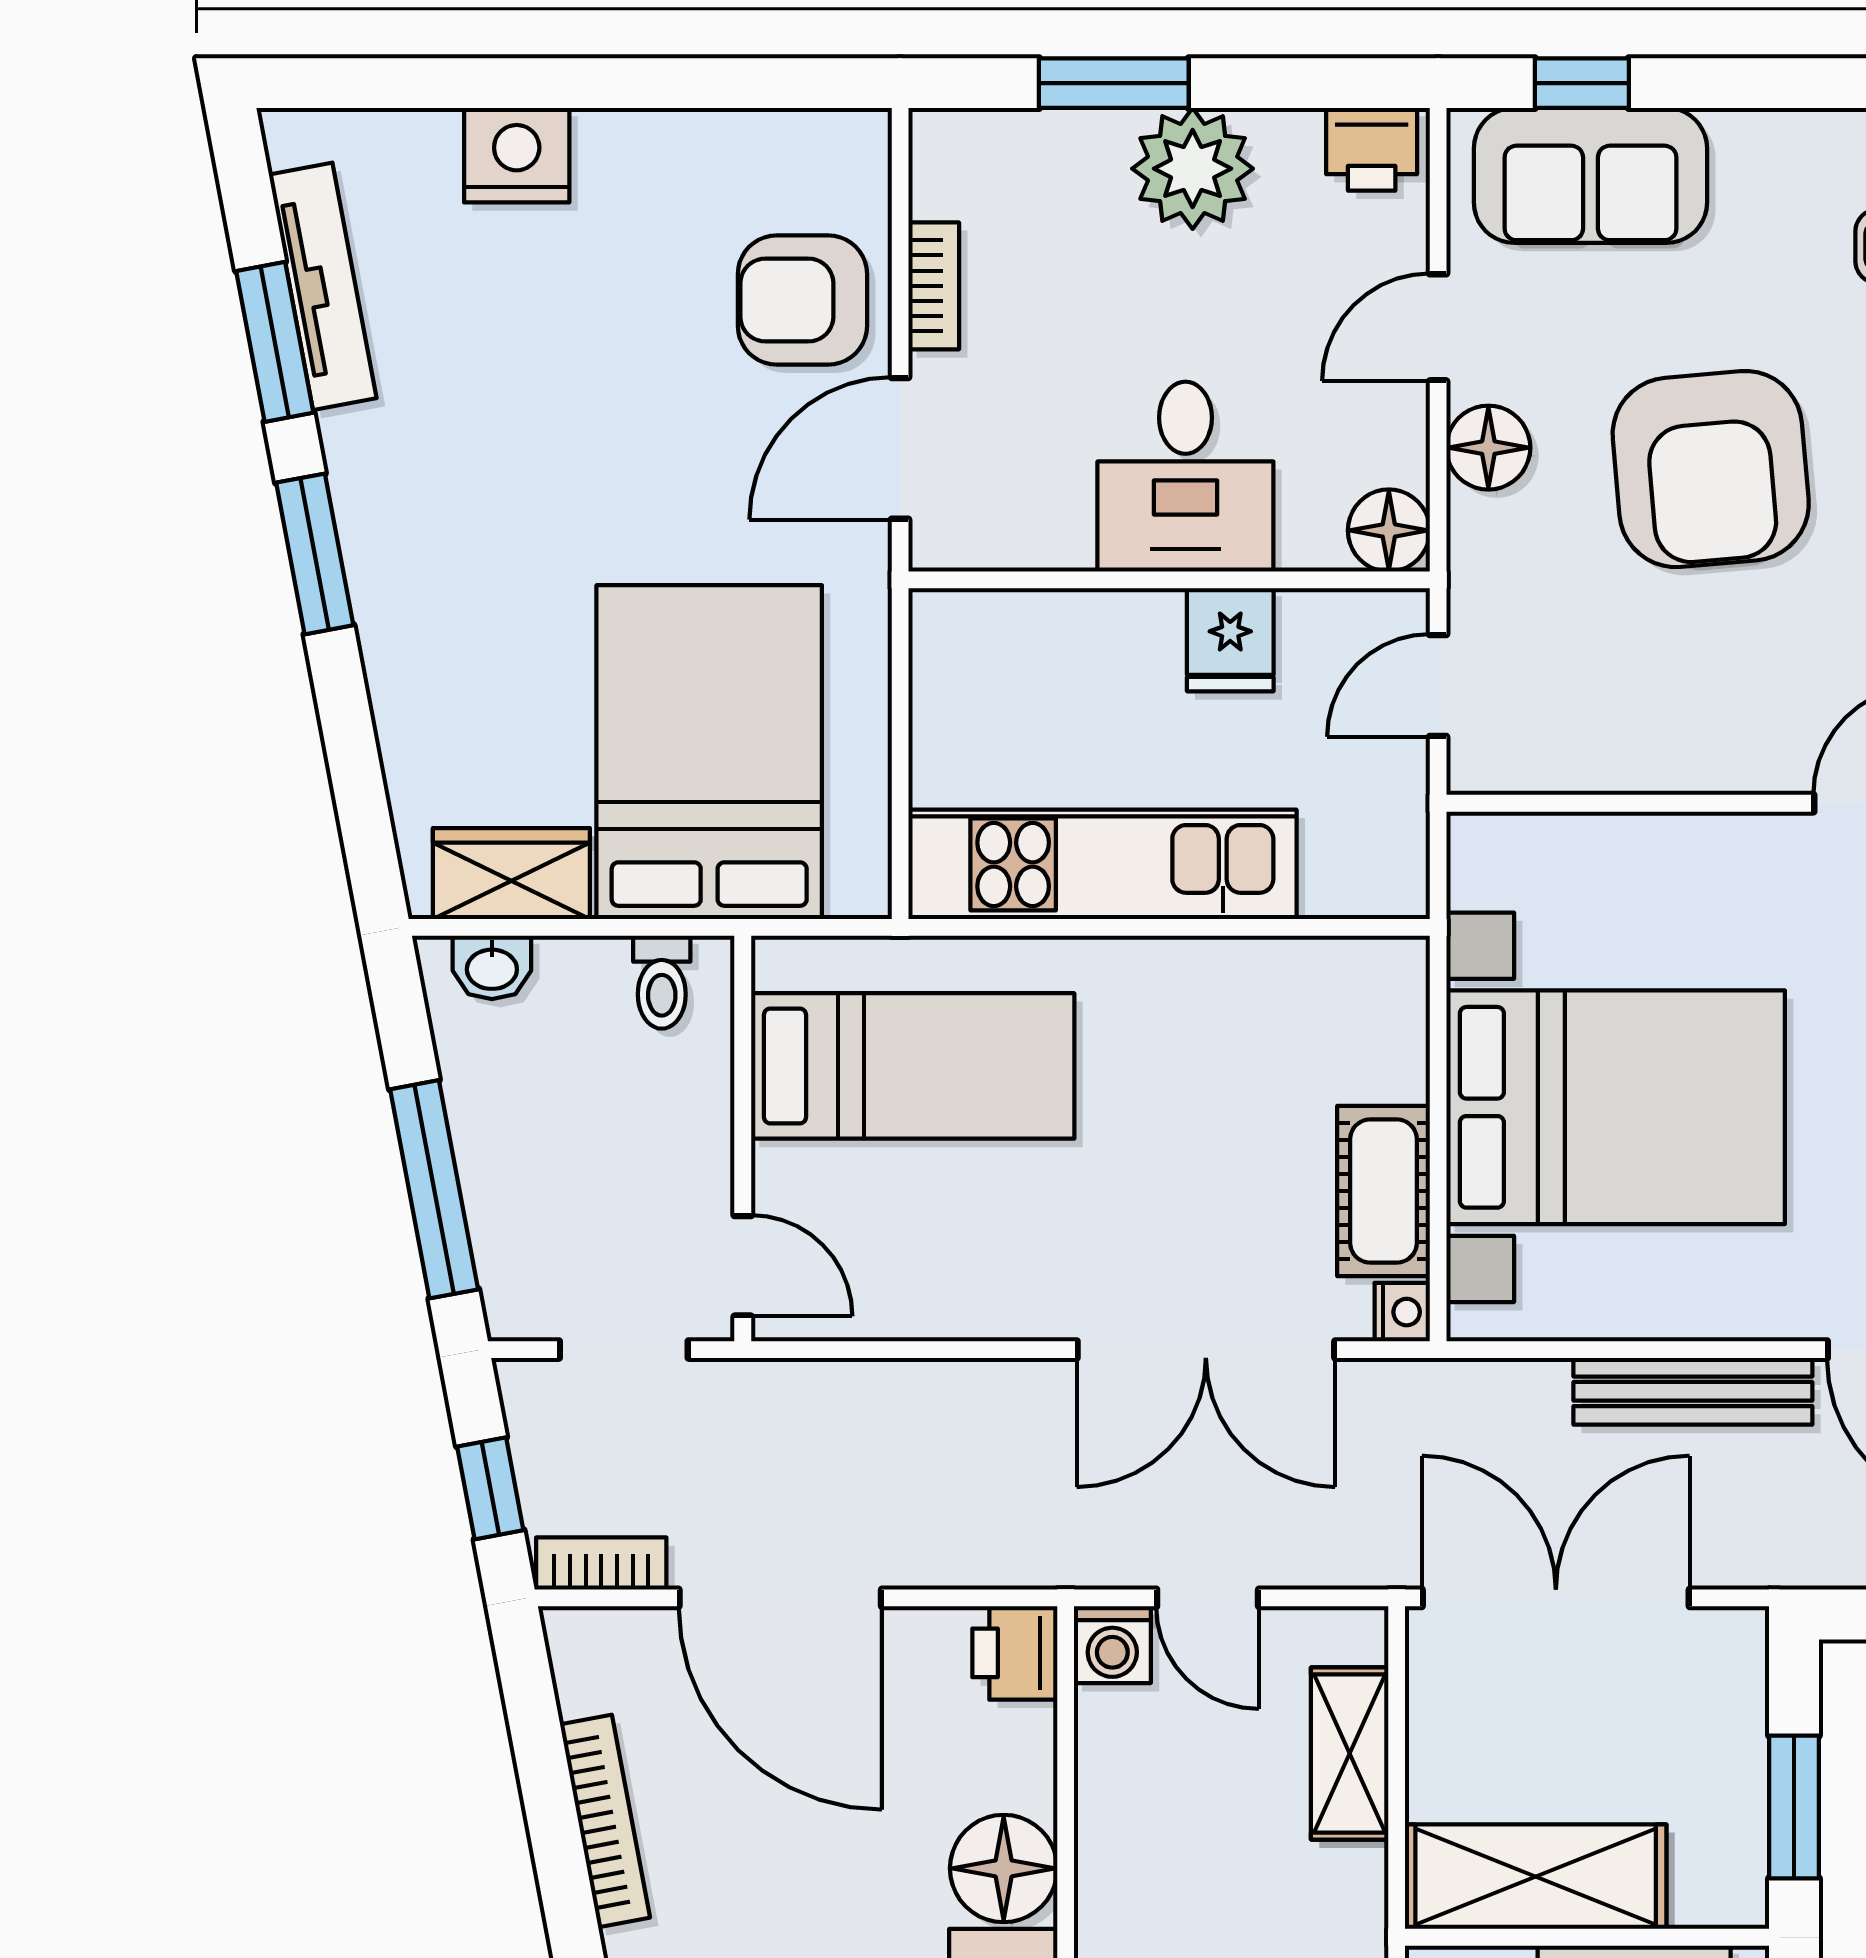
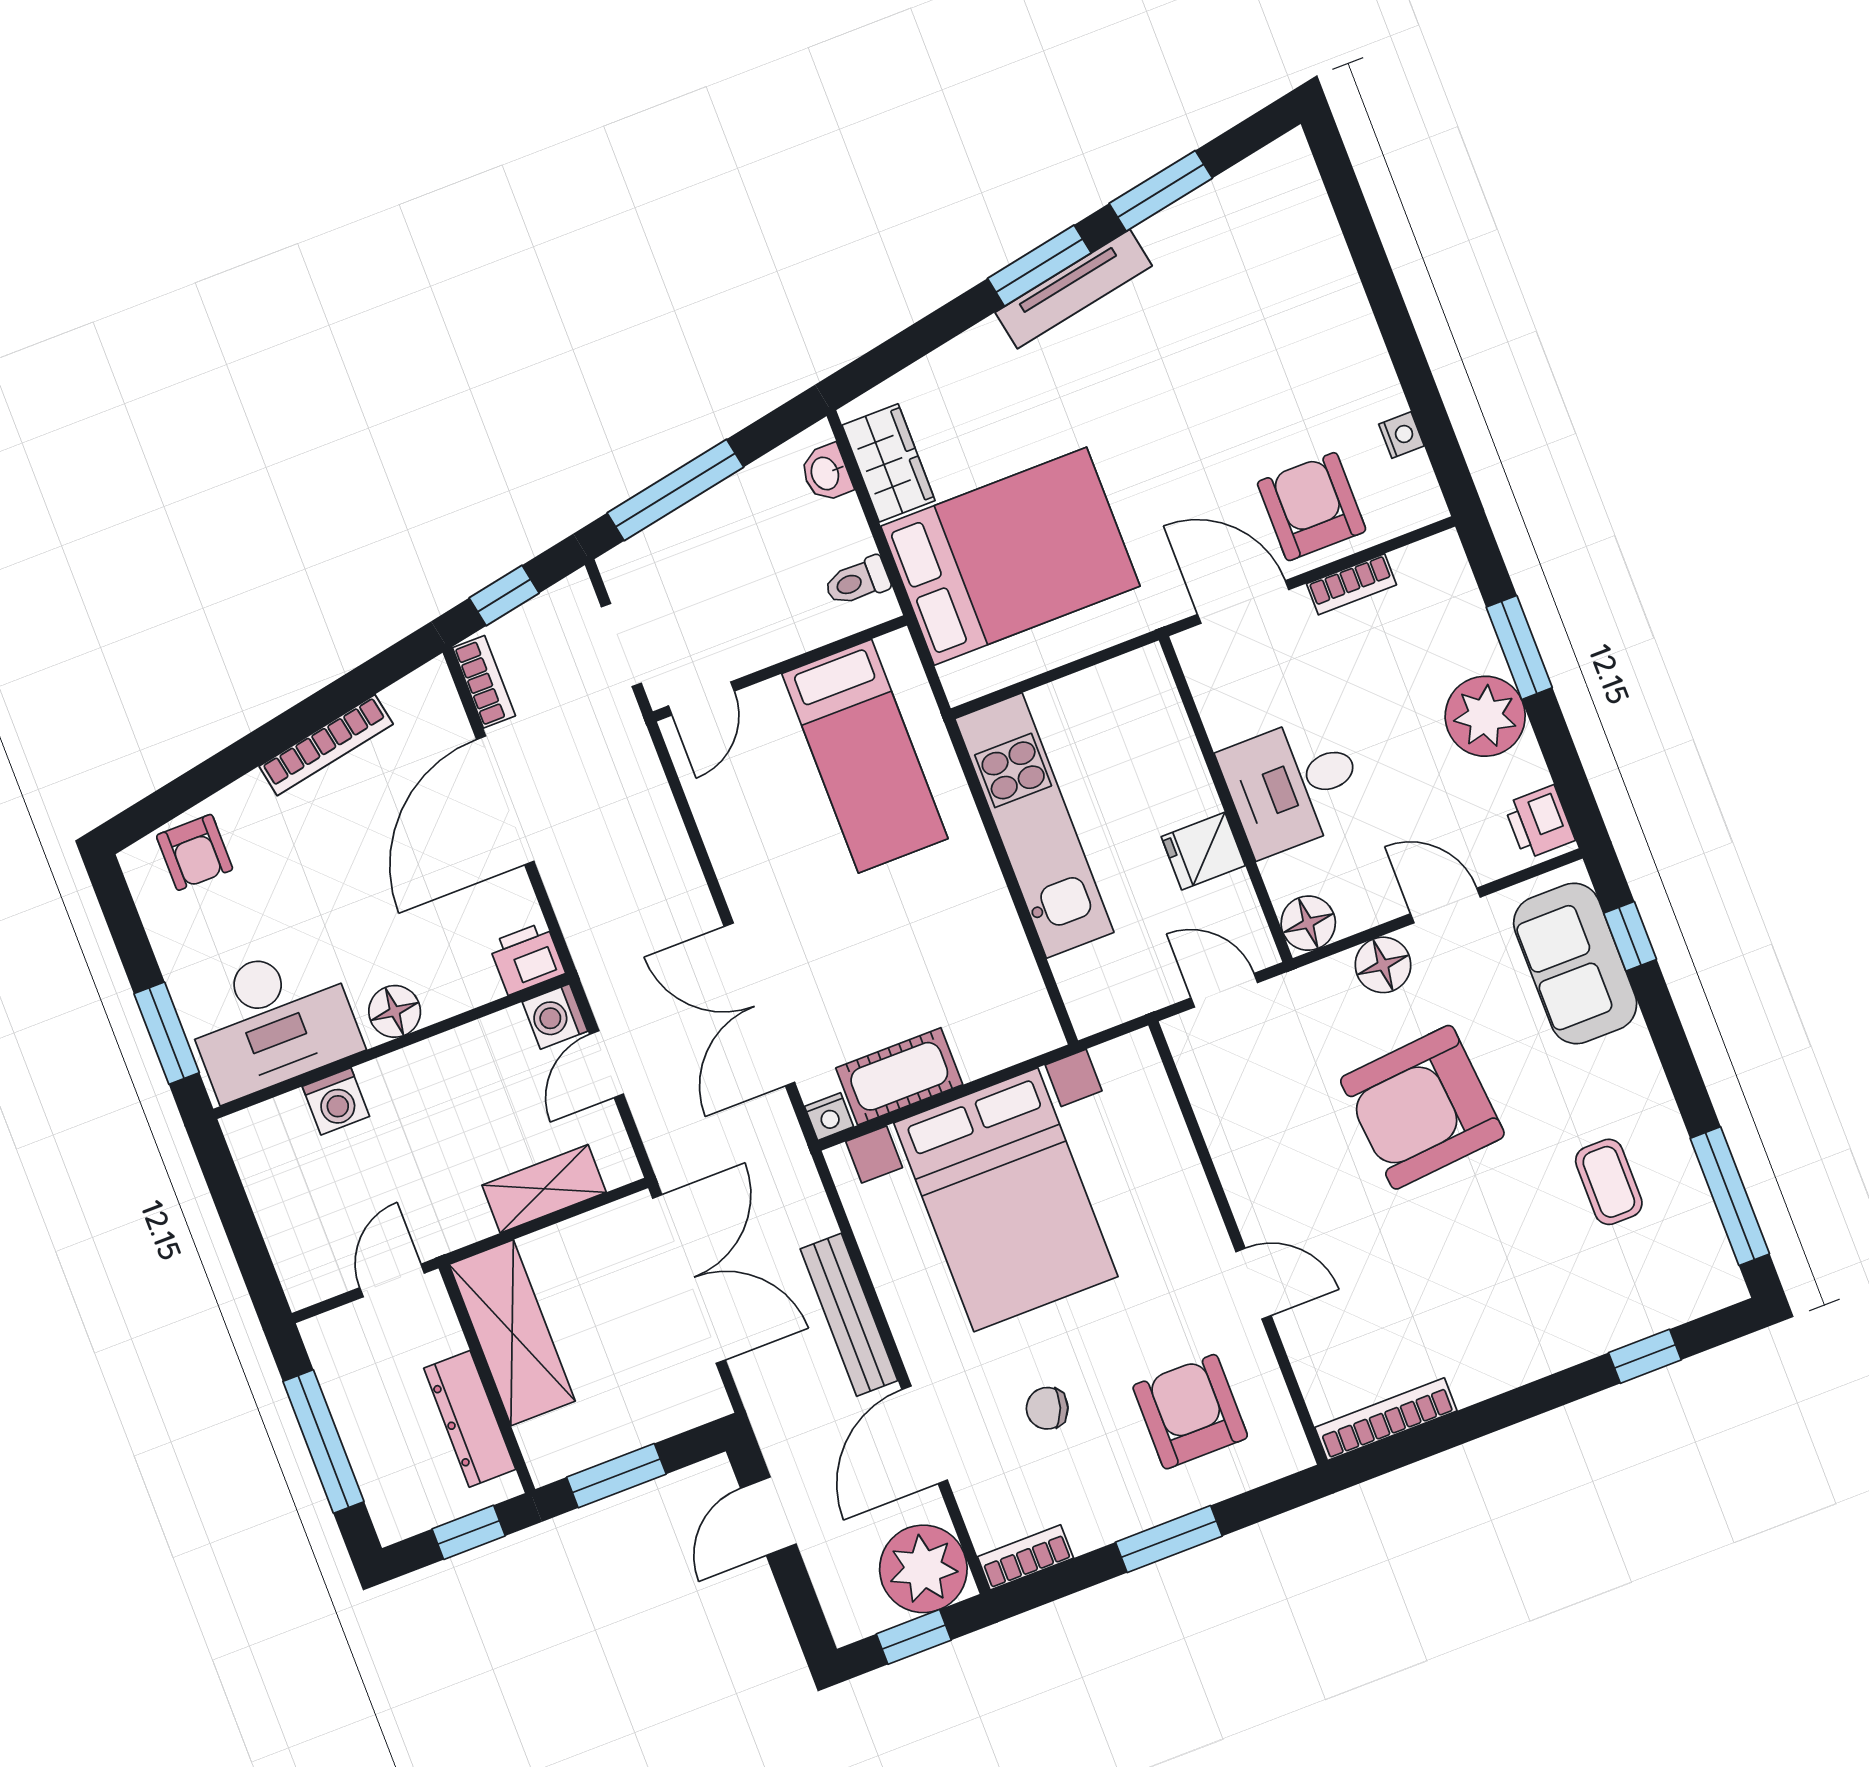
nightstand: (517, 155) -> (1401, 435), moved, width x0.53, depth x0.56
tv unit: (323, 286) -> (1074, 289), moved
floor lamp: (1004, 1868) -> (395, 1011), width x0.73, depth x0.73

